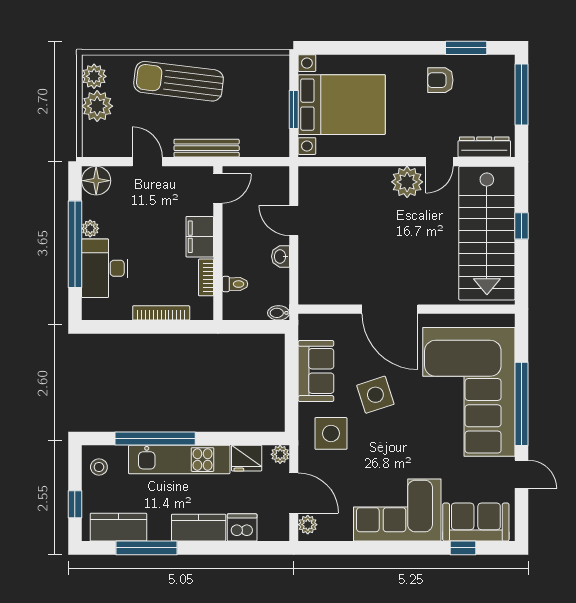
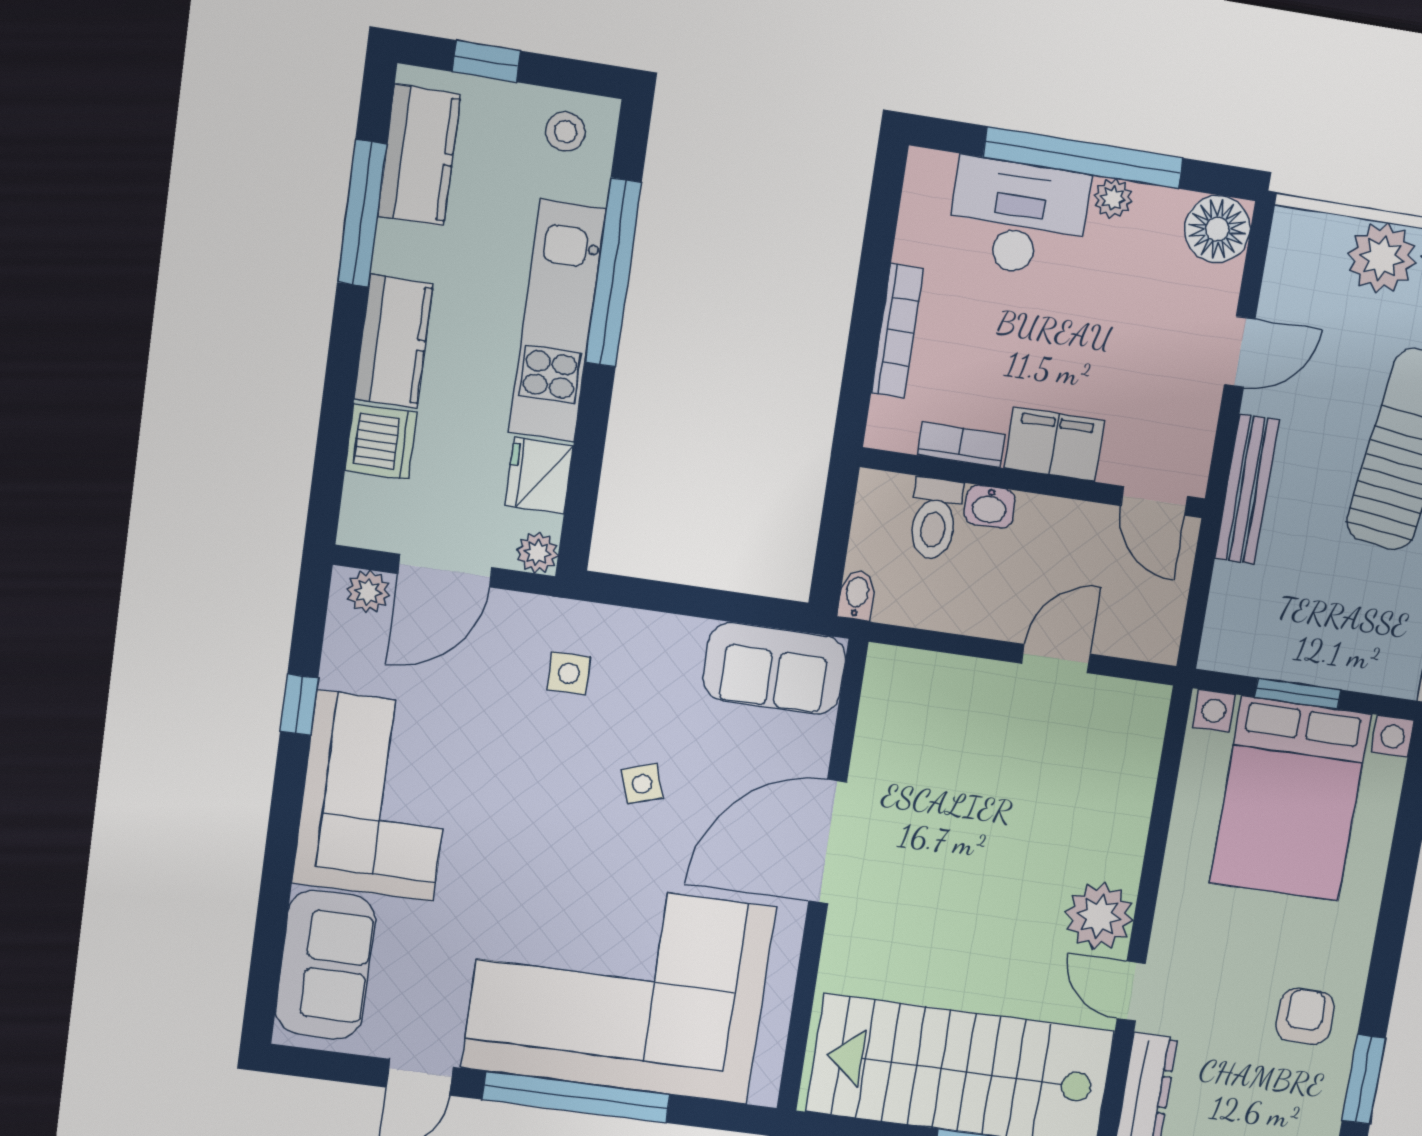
washbasin: (281, 256) -> (990, 507), moved, turned 180
toilet: (235, 284) -> (935, 519), width x1.37, depth x1.39
sofa: (316, 371) -> (774, 668), moved
side table: (375, 395) -> (642, 784), width x0.54, depth x0.54
side table: (331, 433) -> (569, 673), width x0.54, depth x0.54
window: (463, 548) -> (299, 705), moved

